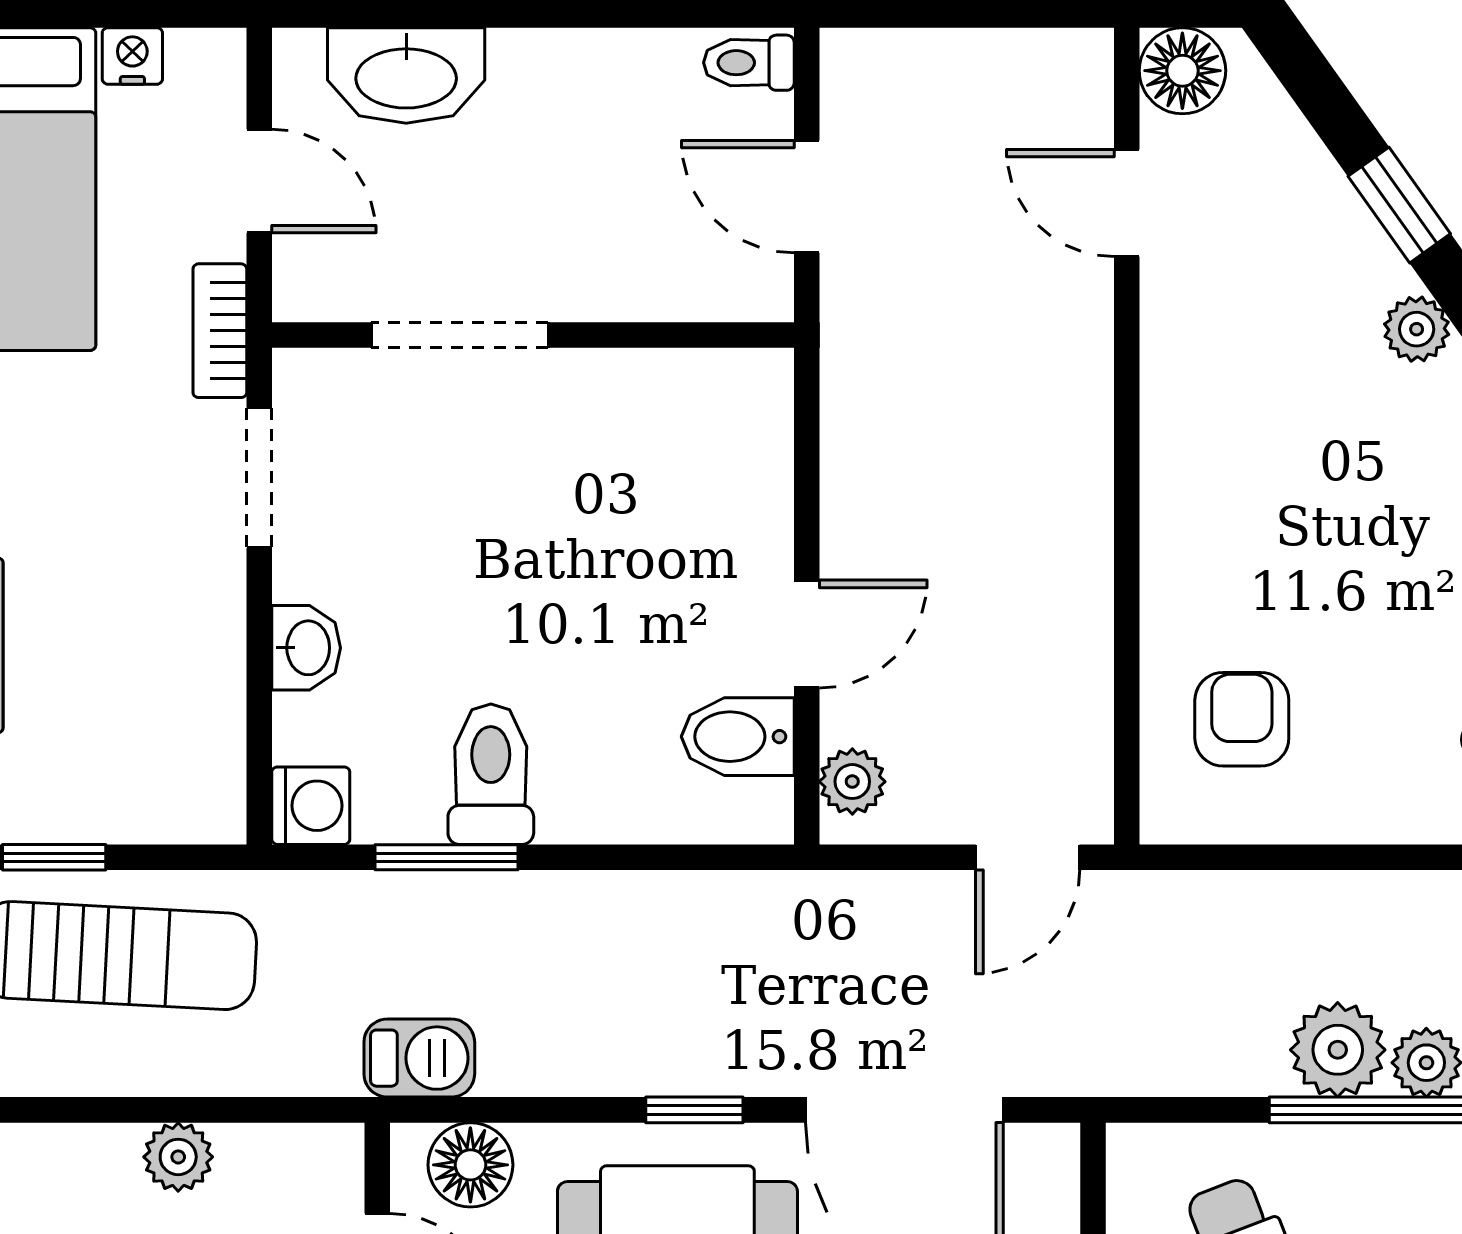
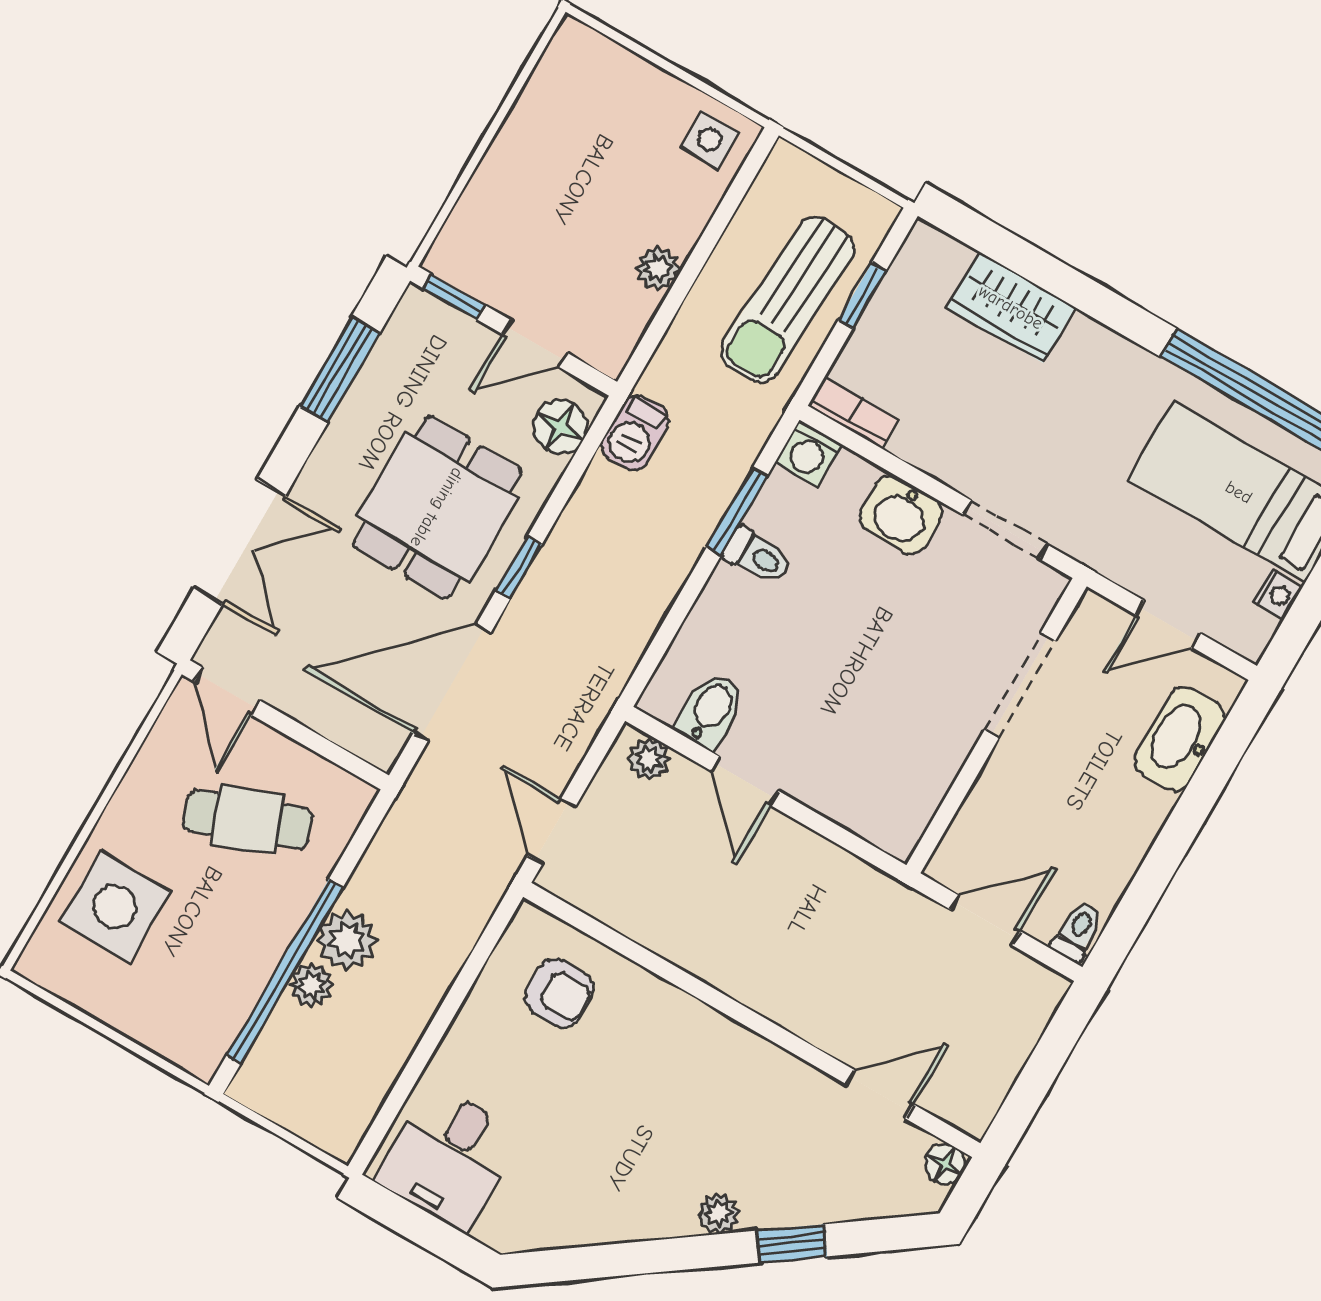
floor lamp: (1182, 71) -> (945, 1164), width x0.73, depth x0.73
bookcase: (220, 331) -> (853, 412), moved
washbasin: (306, 648) -> (901, 515), width x1.38, depth x1.45
toilet: (491, 774) -> (758, 556), width x0.73, depth x0.72

